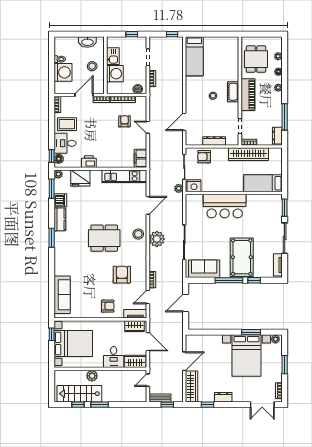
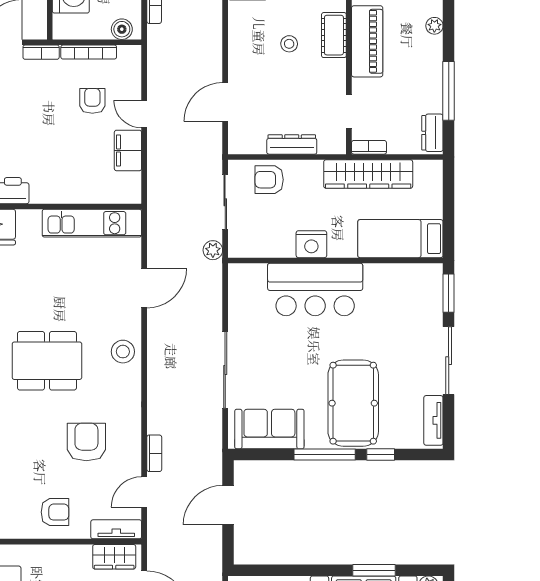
filing cabinet: (141, 158) -> (128, 150), moved
nightstand: (194, 186) -> (311, 244), moved
plant: (157, 239) -> (164, 363), removed

